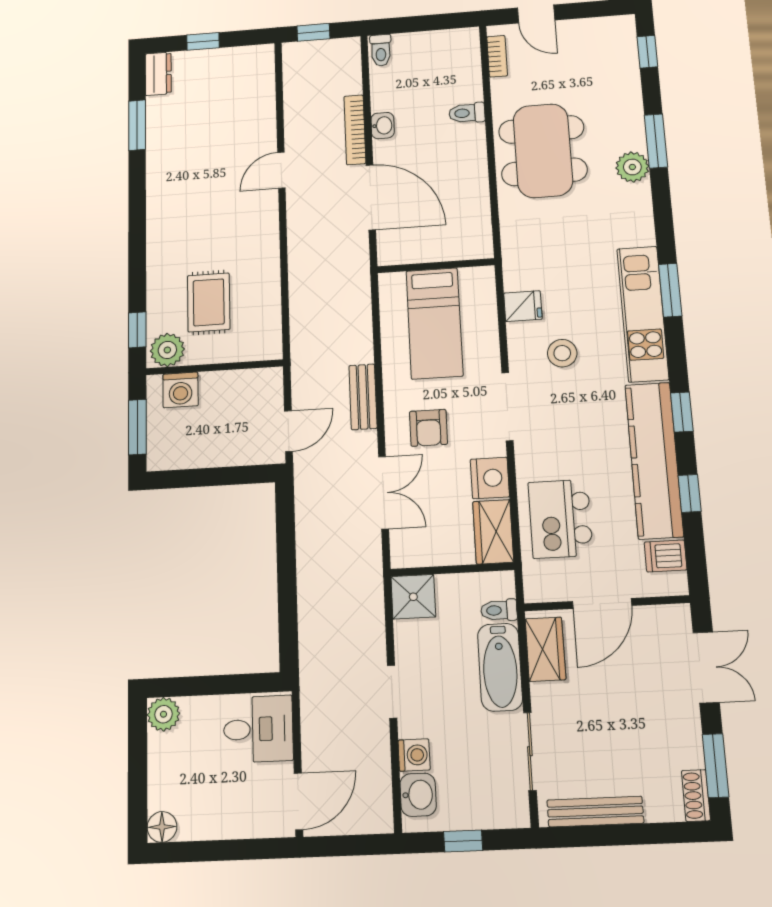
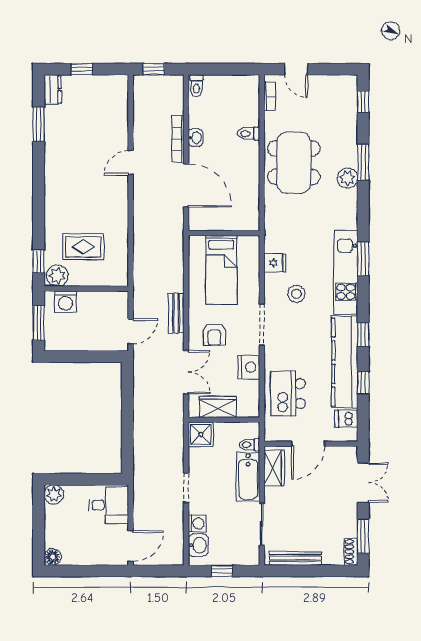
rug: (209, 302) -> (83, 247), turned 90
wardrobe: (493, 532) -> (218, 407), moved, turned 90

